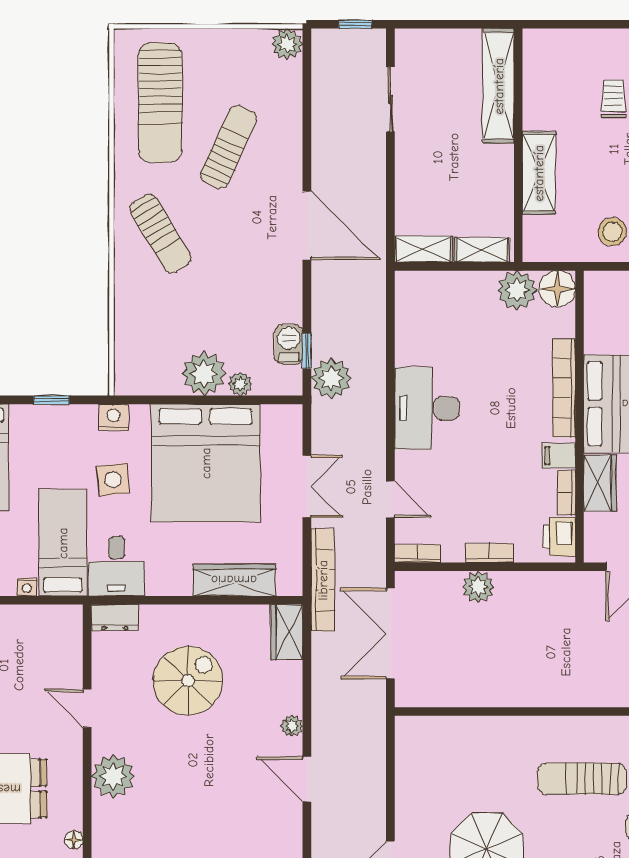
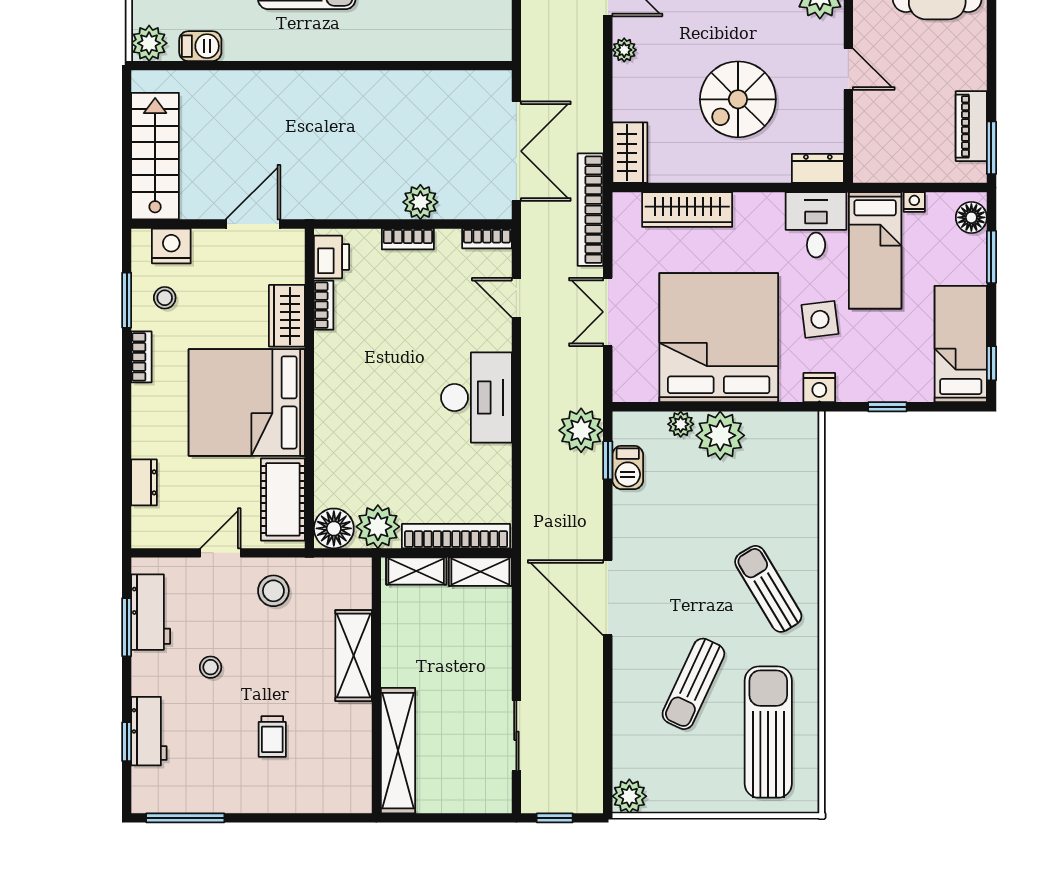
cot: (604, 315) -> (283, 499), added
bookcase: (564, 388) -> (456, 536), moved, turned -90
filing cabinet: (559, 456) -> (332, 346), removed

